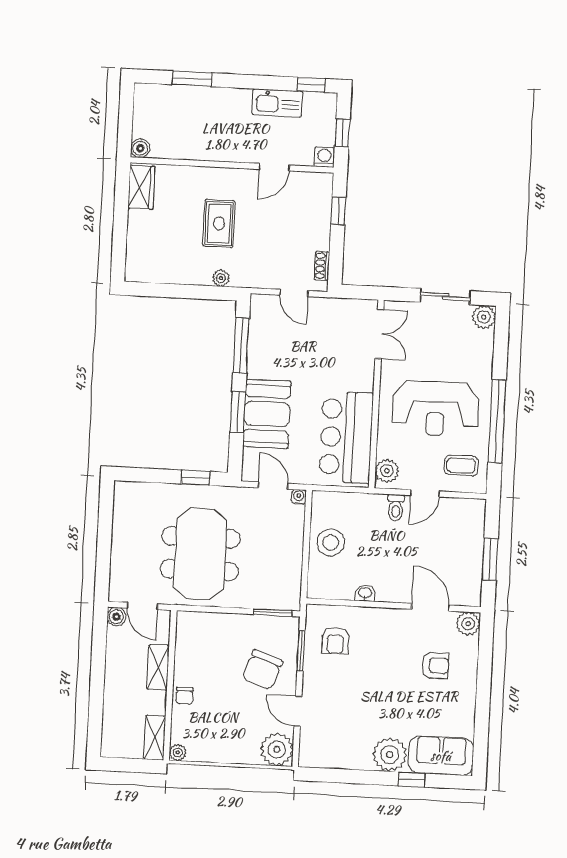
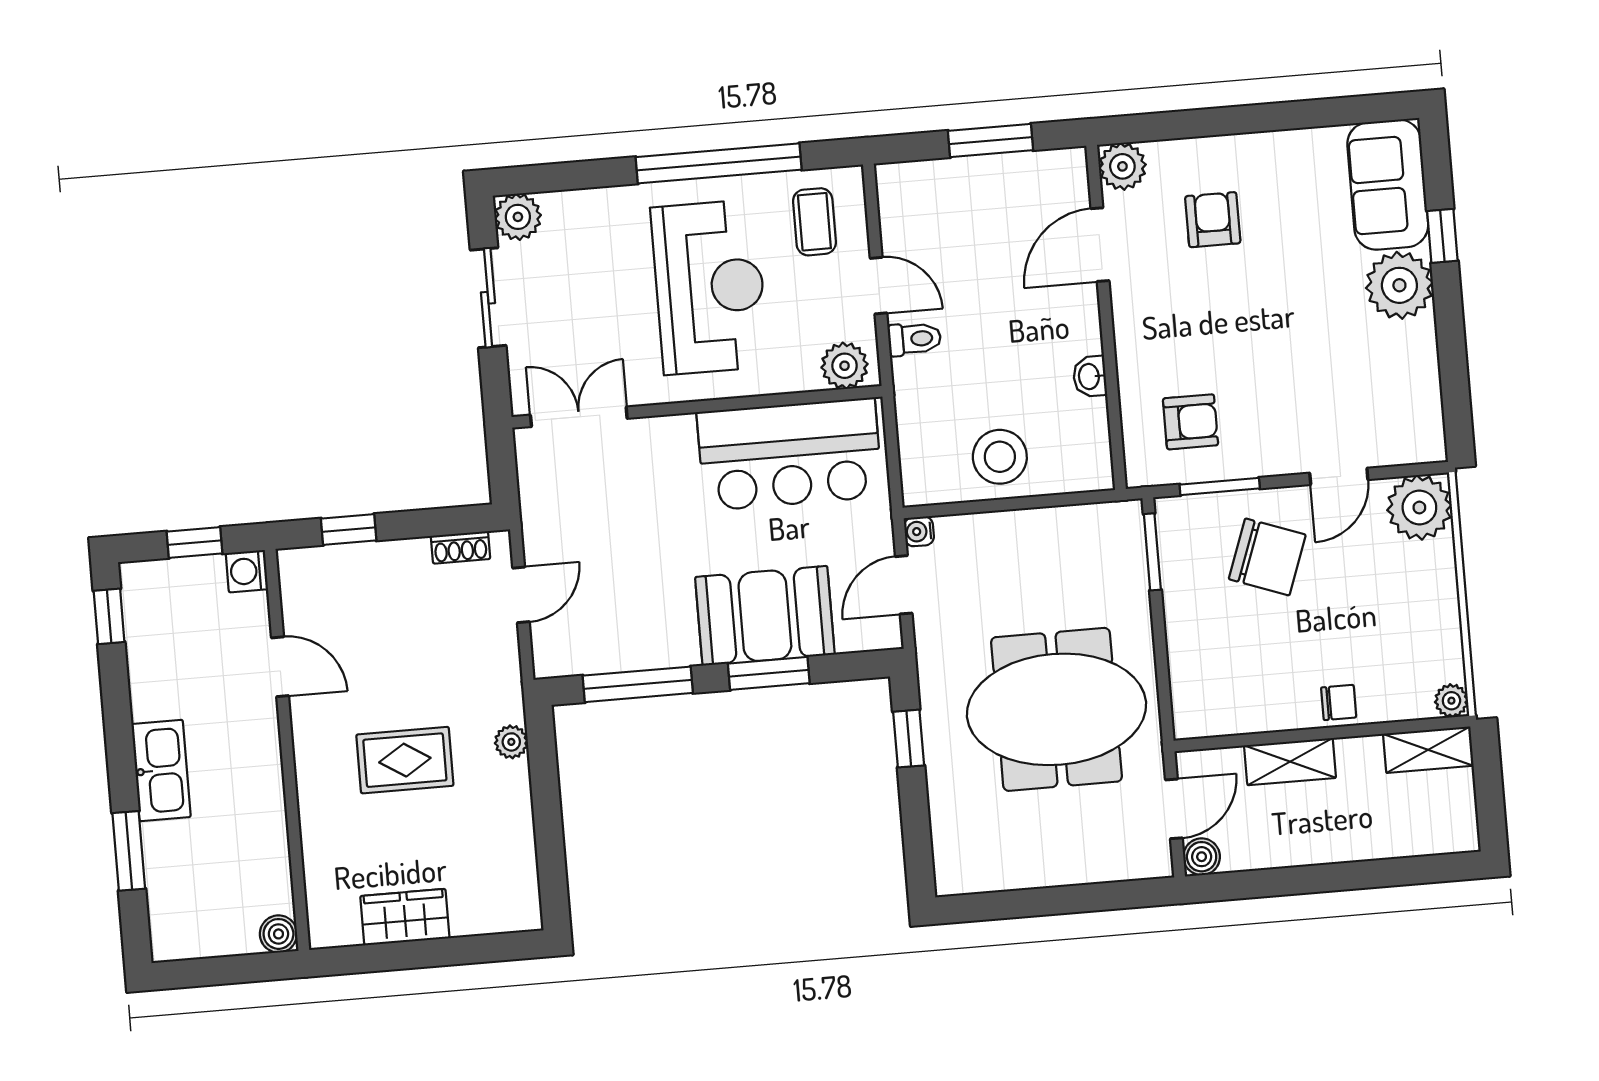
kitchen sink: (277, 103) -> (161, 770), moved
wardrobe: (141, 187) -> (405, 917), moved

